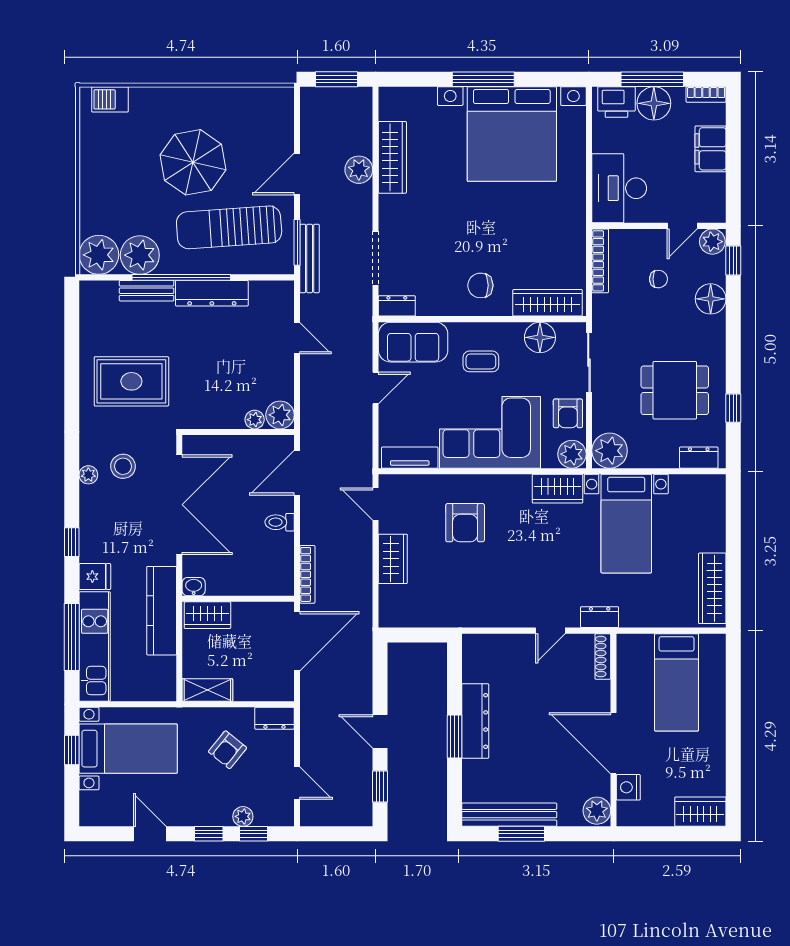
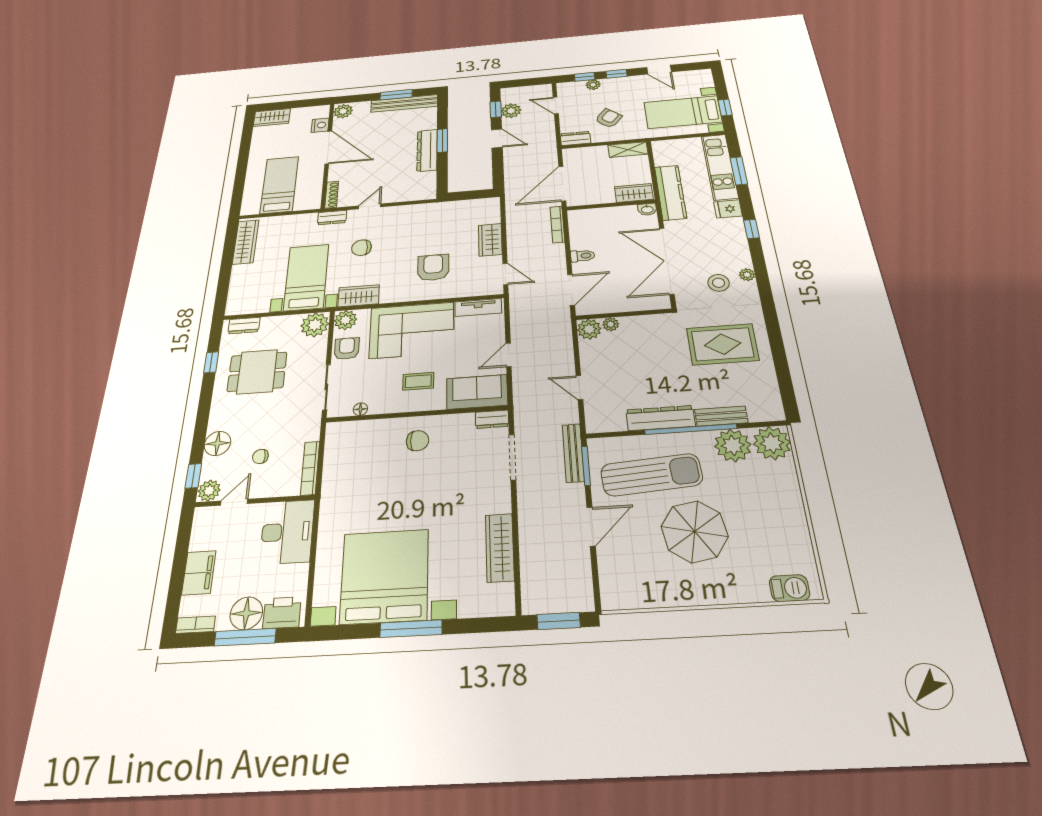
plant: (359, 170) -> (511, 111), moved
wardrobe: (548, 303) -> (359, 431), removed
floor lamp: (540, 337) -> (360, 409), width x0.53, depth x0.53
chair: (558, 563) -> (361, 248), added
window: (72, 637) -> (739, 171), width x0.69

